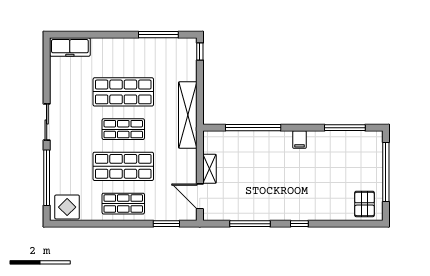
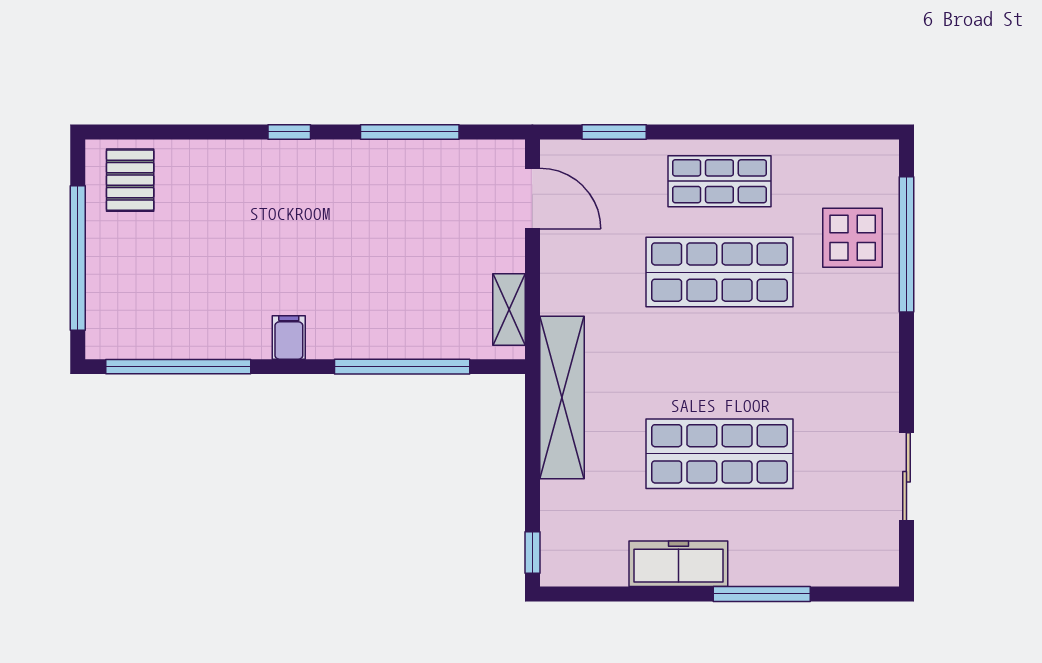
window: (158, 35) -> (762, 594), moved
freezer: (70, 47) -> (678, 564), moved
sliding door: (47, 122) -> (906, 477), moved
window: (345, 128) -> (178, 367), width x1.46
shop shelf: (123, 129) -> (719, 363), removed
shelving: (209, 169) -> (509, 309), moved
display table: (67, 207) -> (853, 238), moved

